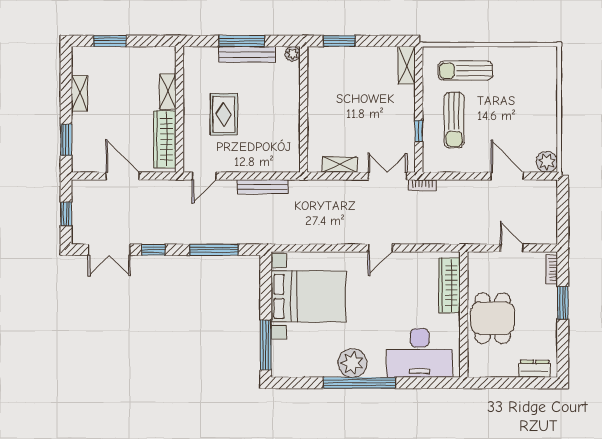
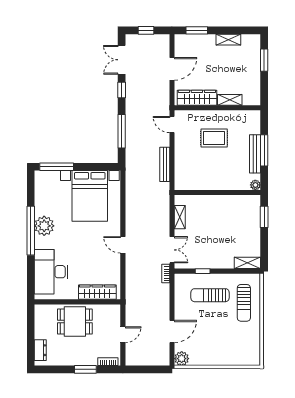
sun lounger: (465, 71) -> (244, 303), turned 180

